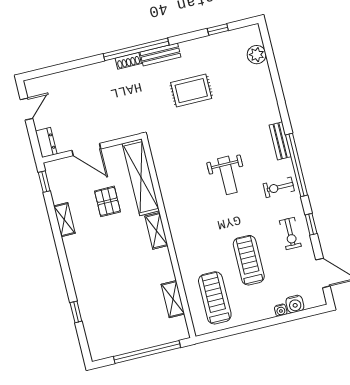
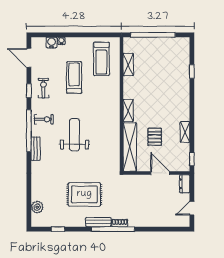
rug: (191, 91) -> (84, 194), width x1.36, depth x1.43
weight bench: (227, 175) -> (74, 135), width x1.36, depth x1.33
treadmill: (249, 260) -> (74, 78), turned 180

